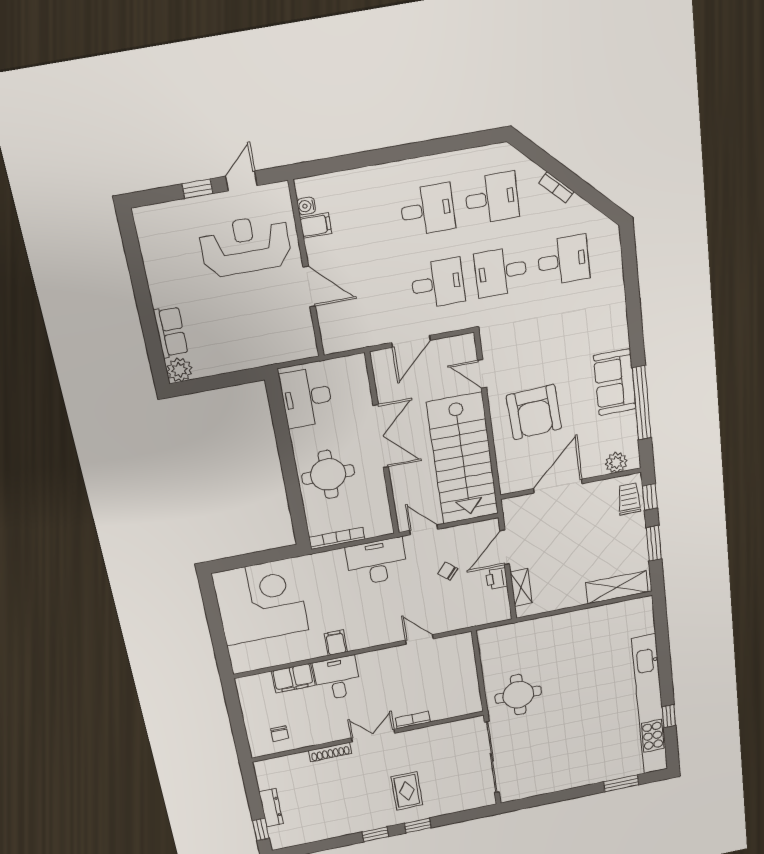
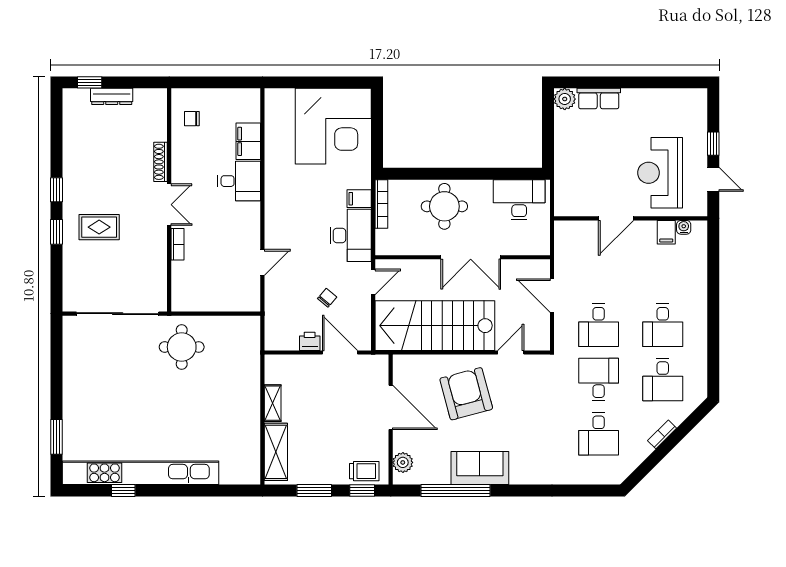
reception desk: (245, 246) -> (660, 173), turned 180
armchair: (534, 412) -> (466, 394), turned 78
shelving: (521, 587) -> (273, 403), moved, turned 90
filing cabinet: (336, 643) -> (359, 199), moved, turned 180

